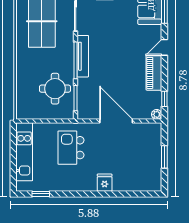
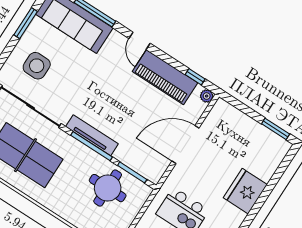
piano: (154, 73) -> (165, 77), width x1.37, depth x1.33
window: (164, 157) -> (276, 129), moved
fridge: (105, 183) -> (245, 191), width x1.88, depth x1.34

